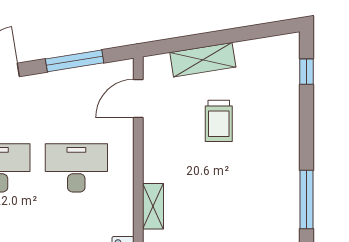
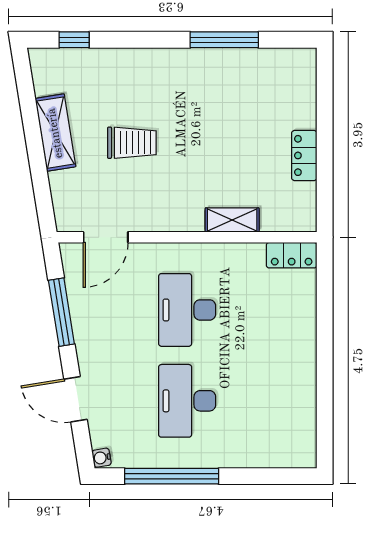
shelving: (203, 60) -> (55, 133), moved
door: (138, 98) -> (106, 237), hinge flipped

